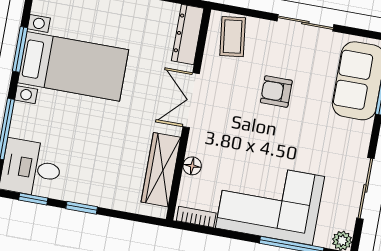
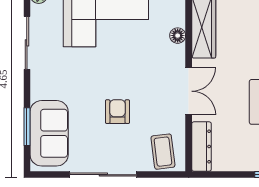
sliding door: (305, 23) -> (103, 175), width x1.37
armchair: (276, 91) -> (117, 112), turned -90

